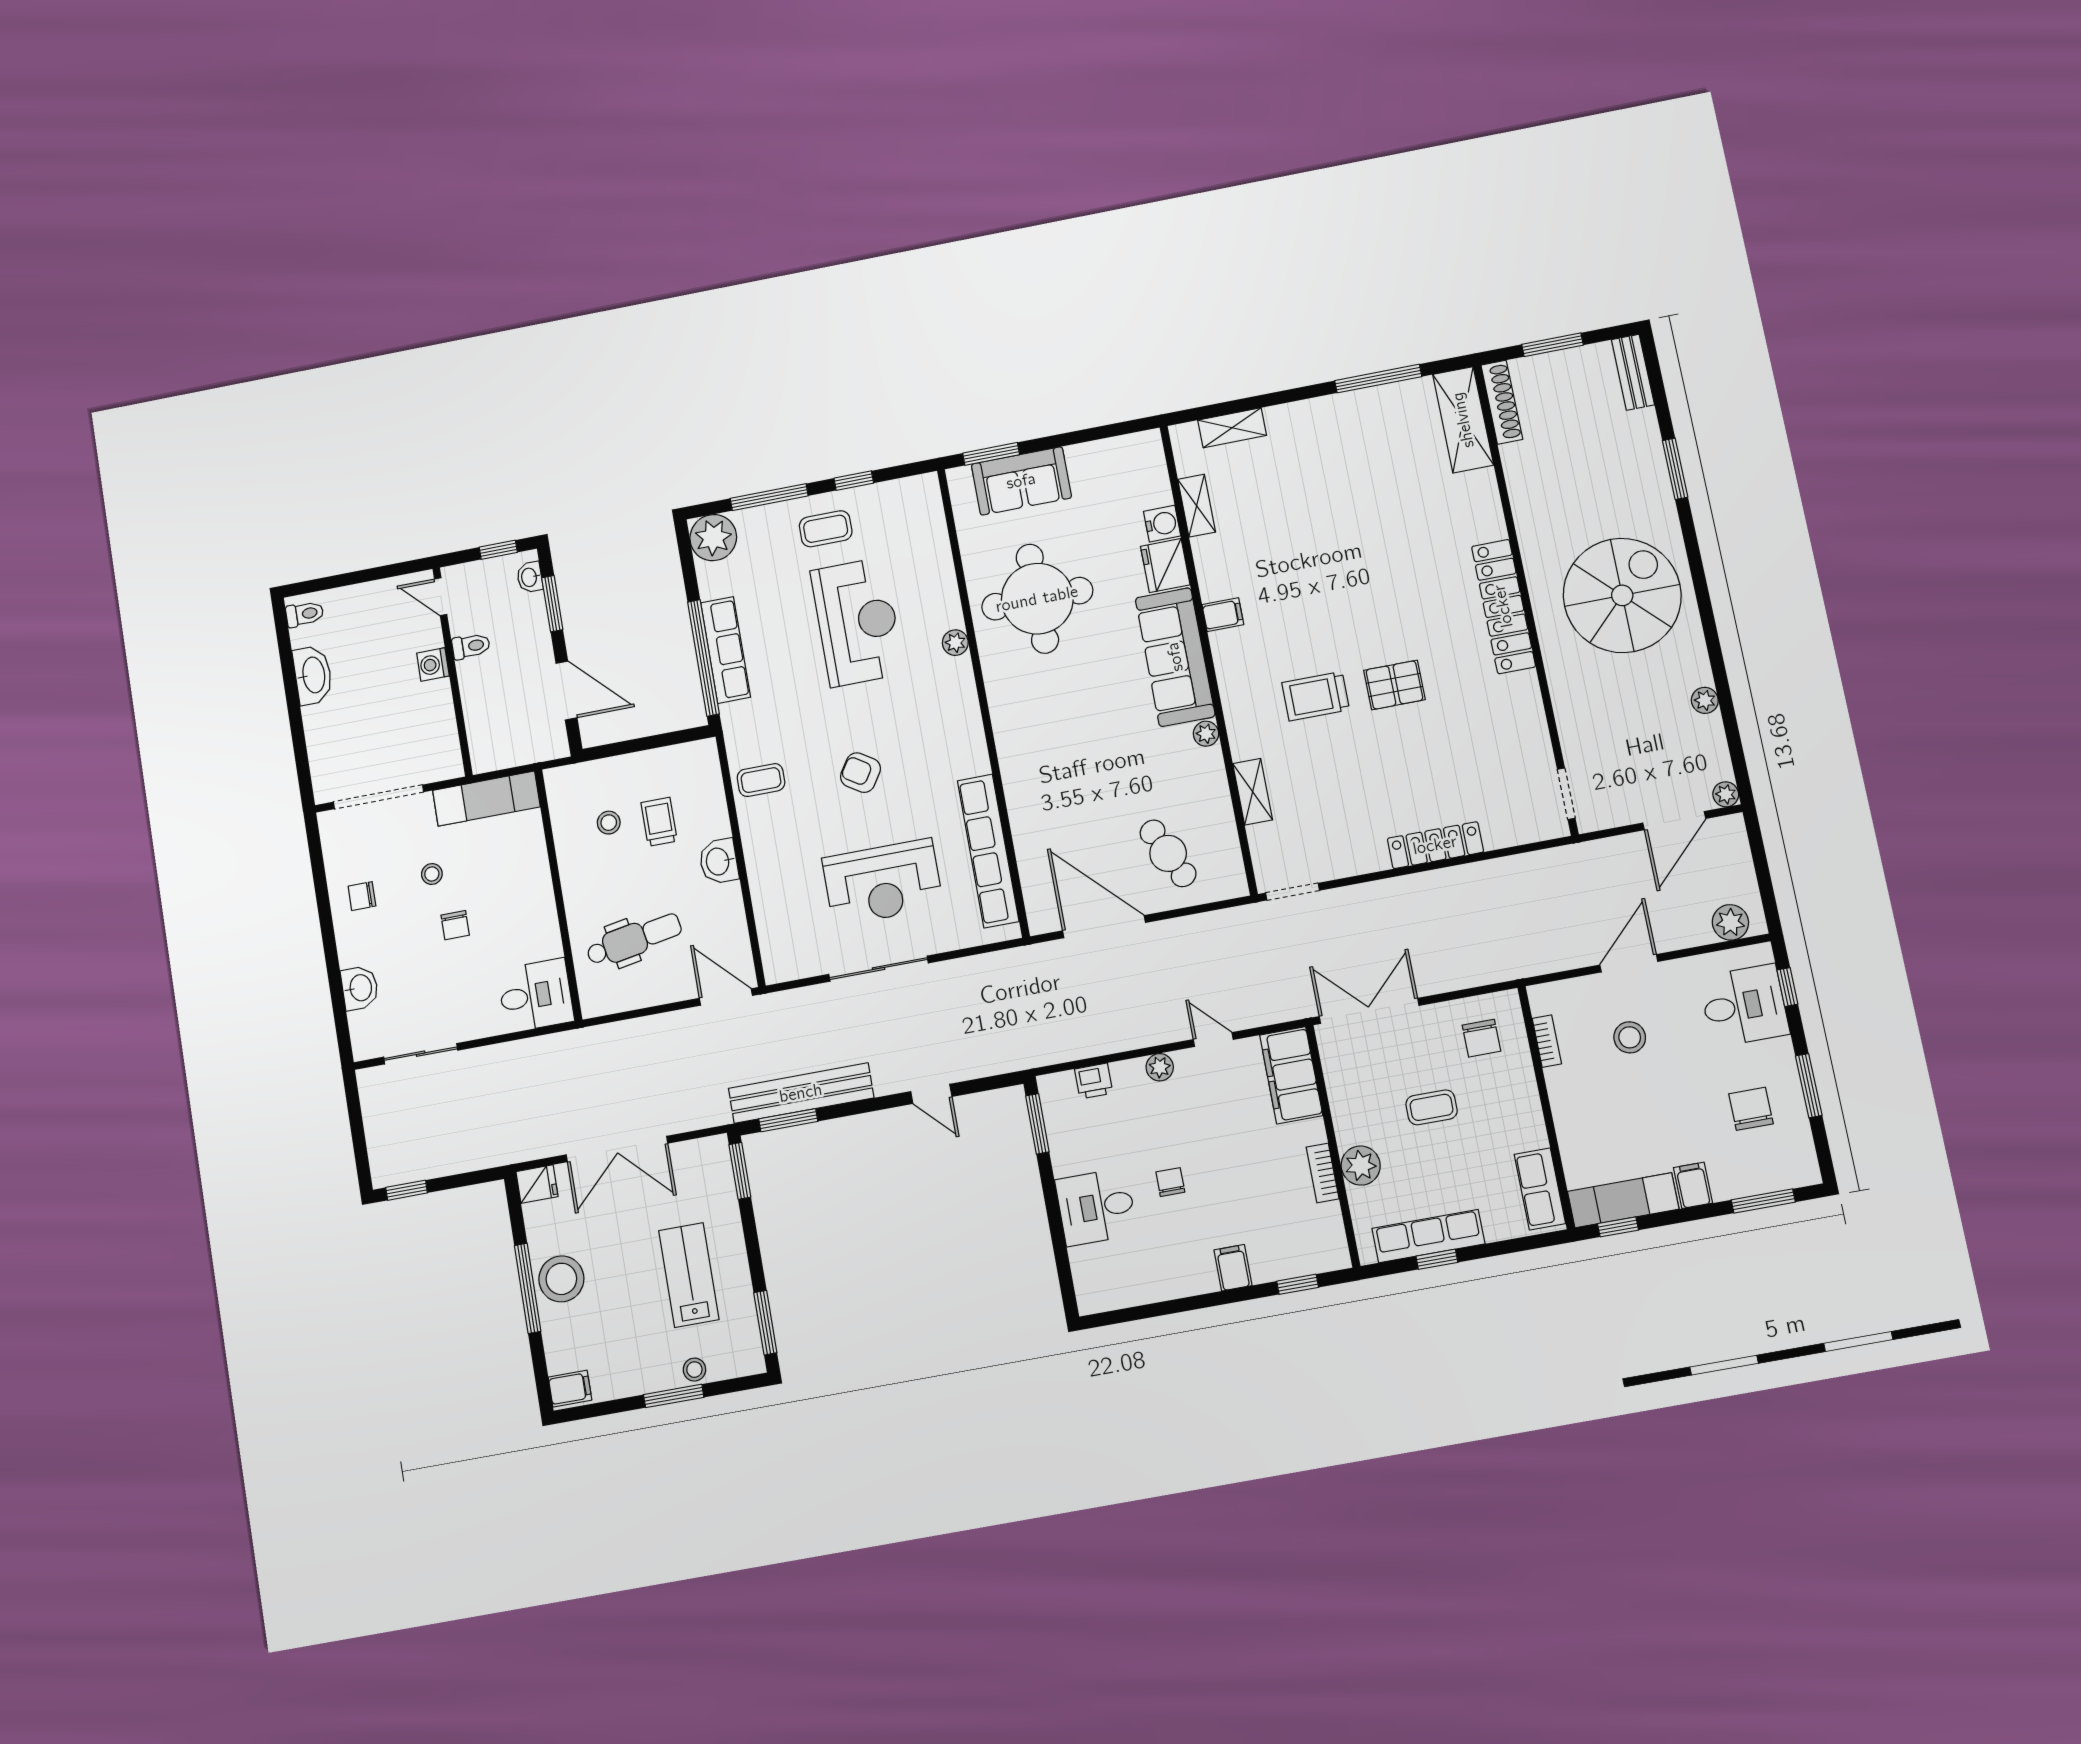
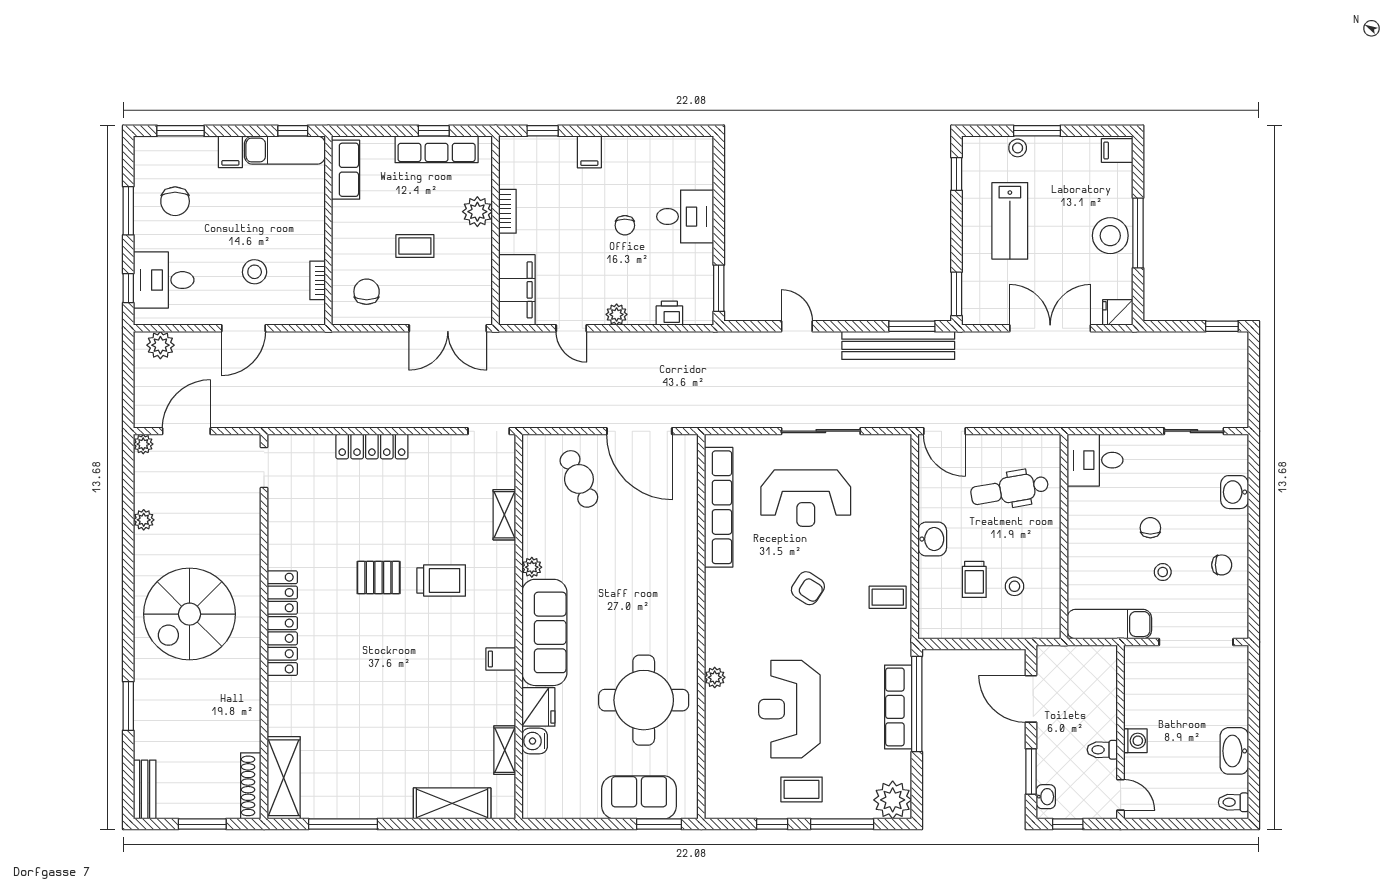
shelving: (1232, 428) -> (452, 803), width x1.50, depth x1.33
reception desk: (883, 882) -> (806, 498), turned 180
window: (765, 1323) -> (956, 174), width x0.67

